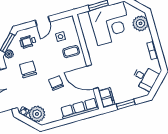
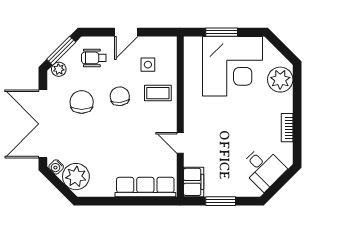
door: (92, 77) -> (180, 143), width x0.53
chair: (56, 83) -> (120, 96), moved

